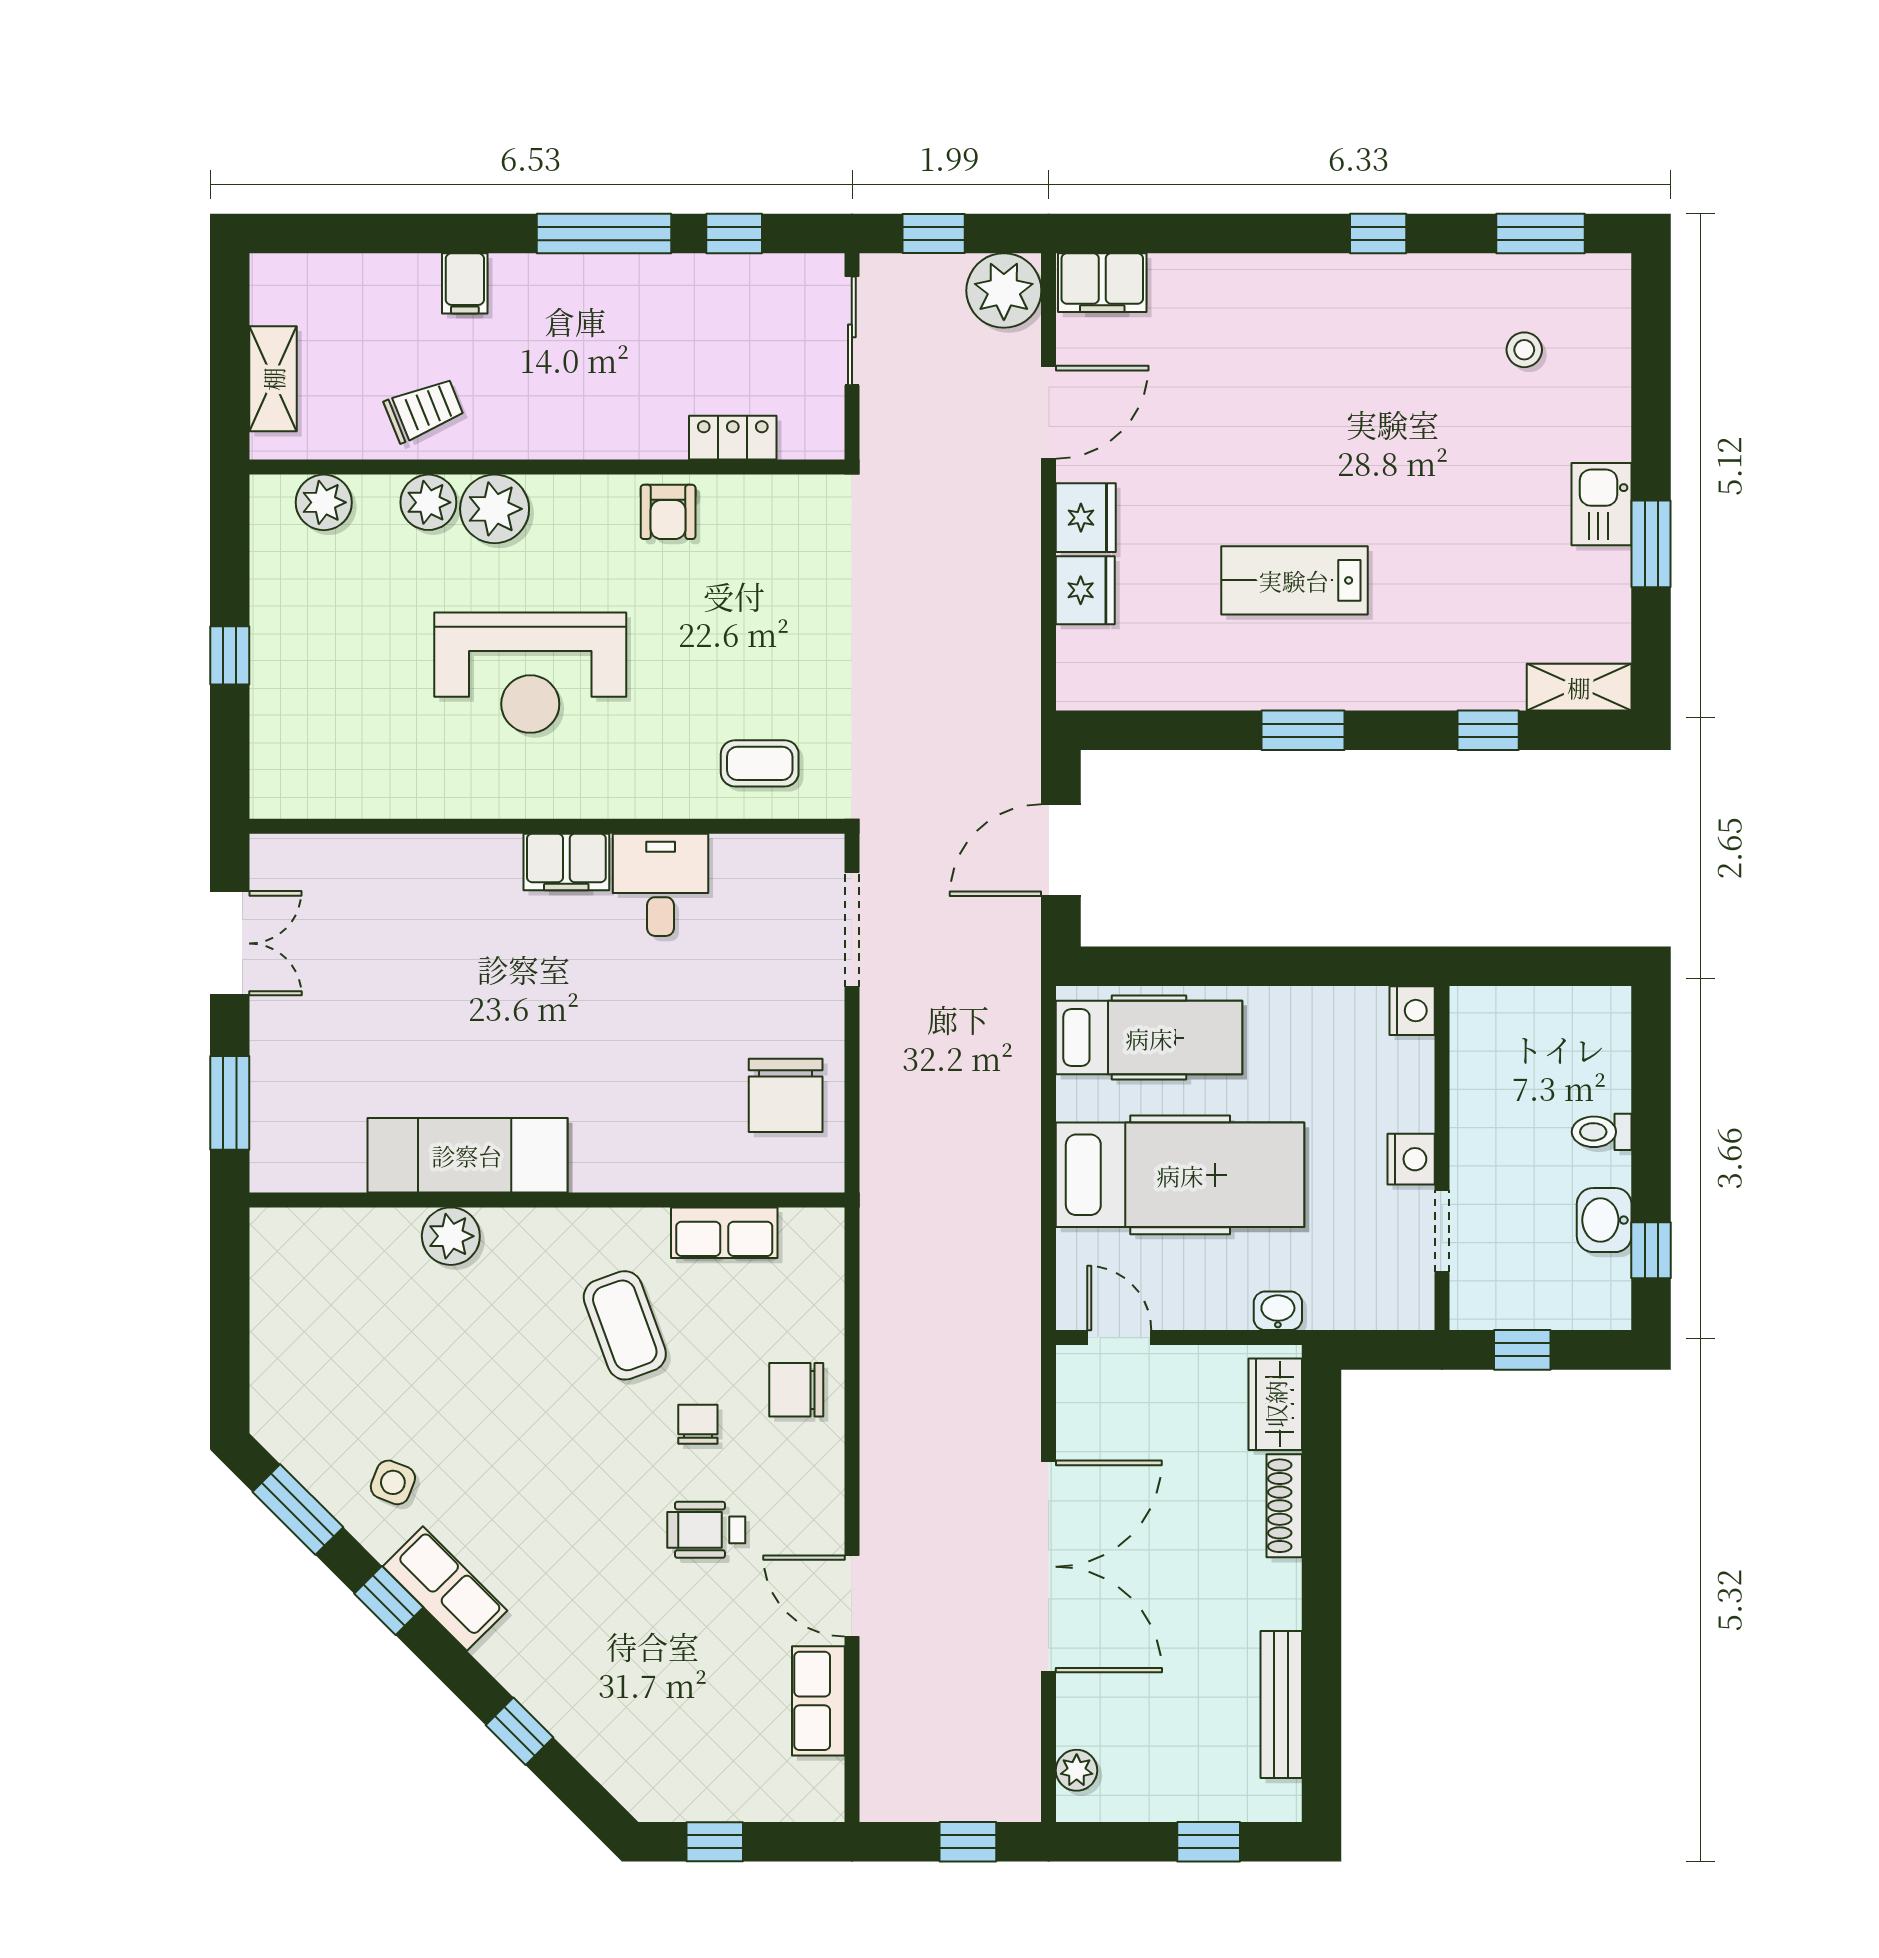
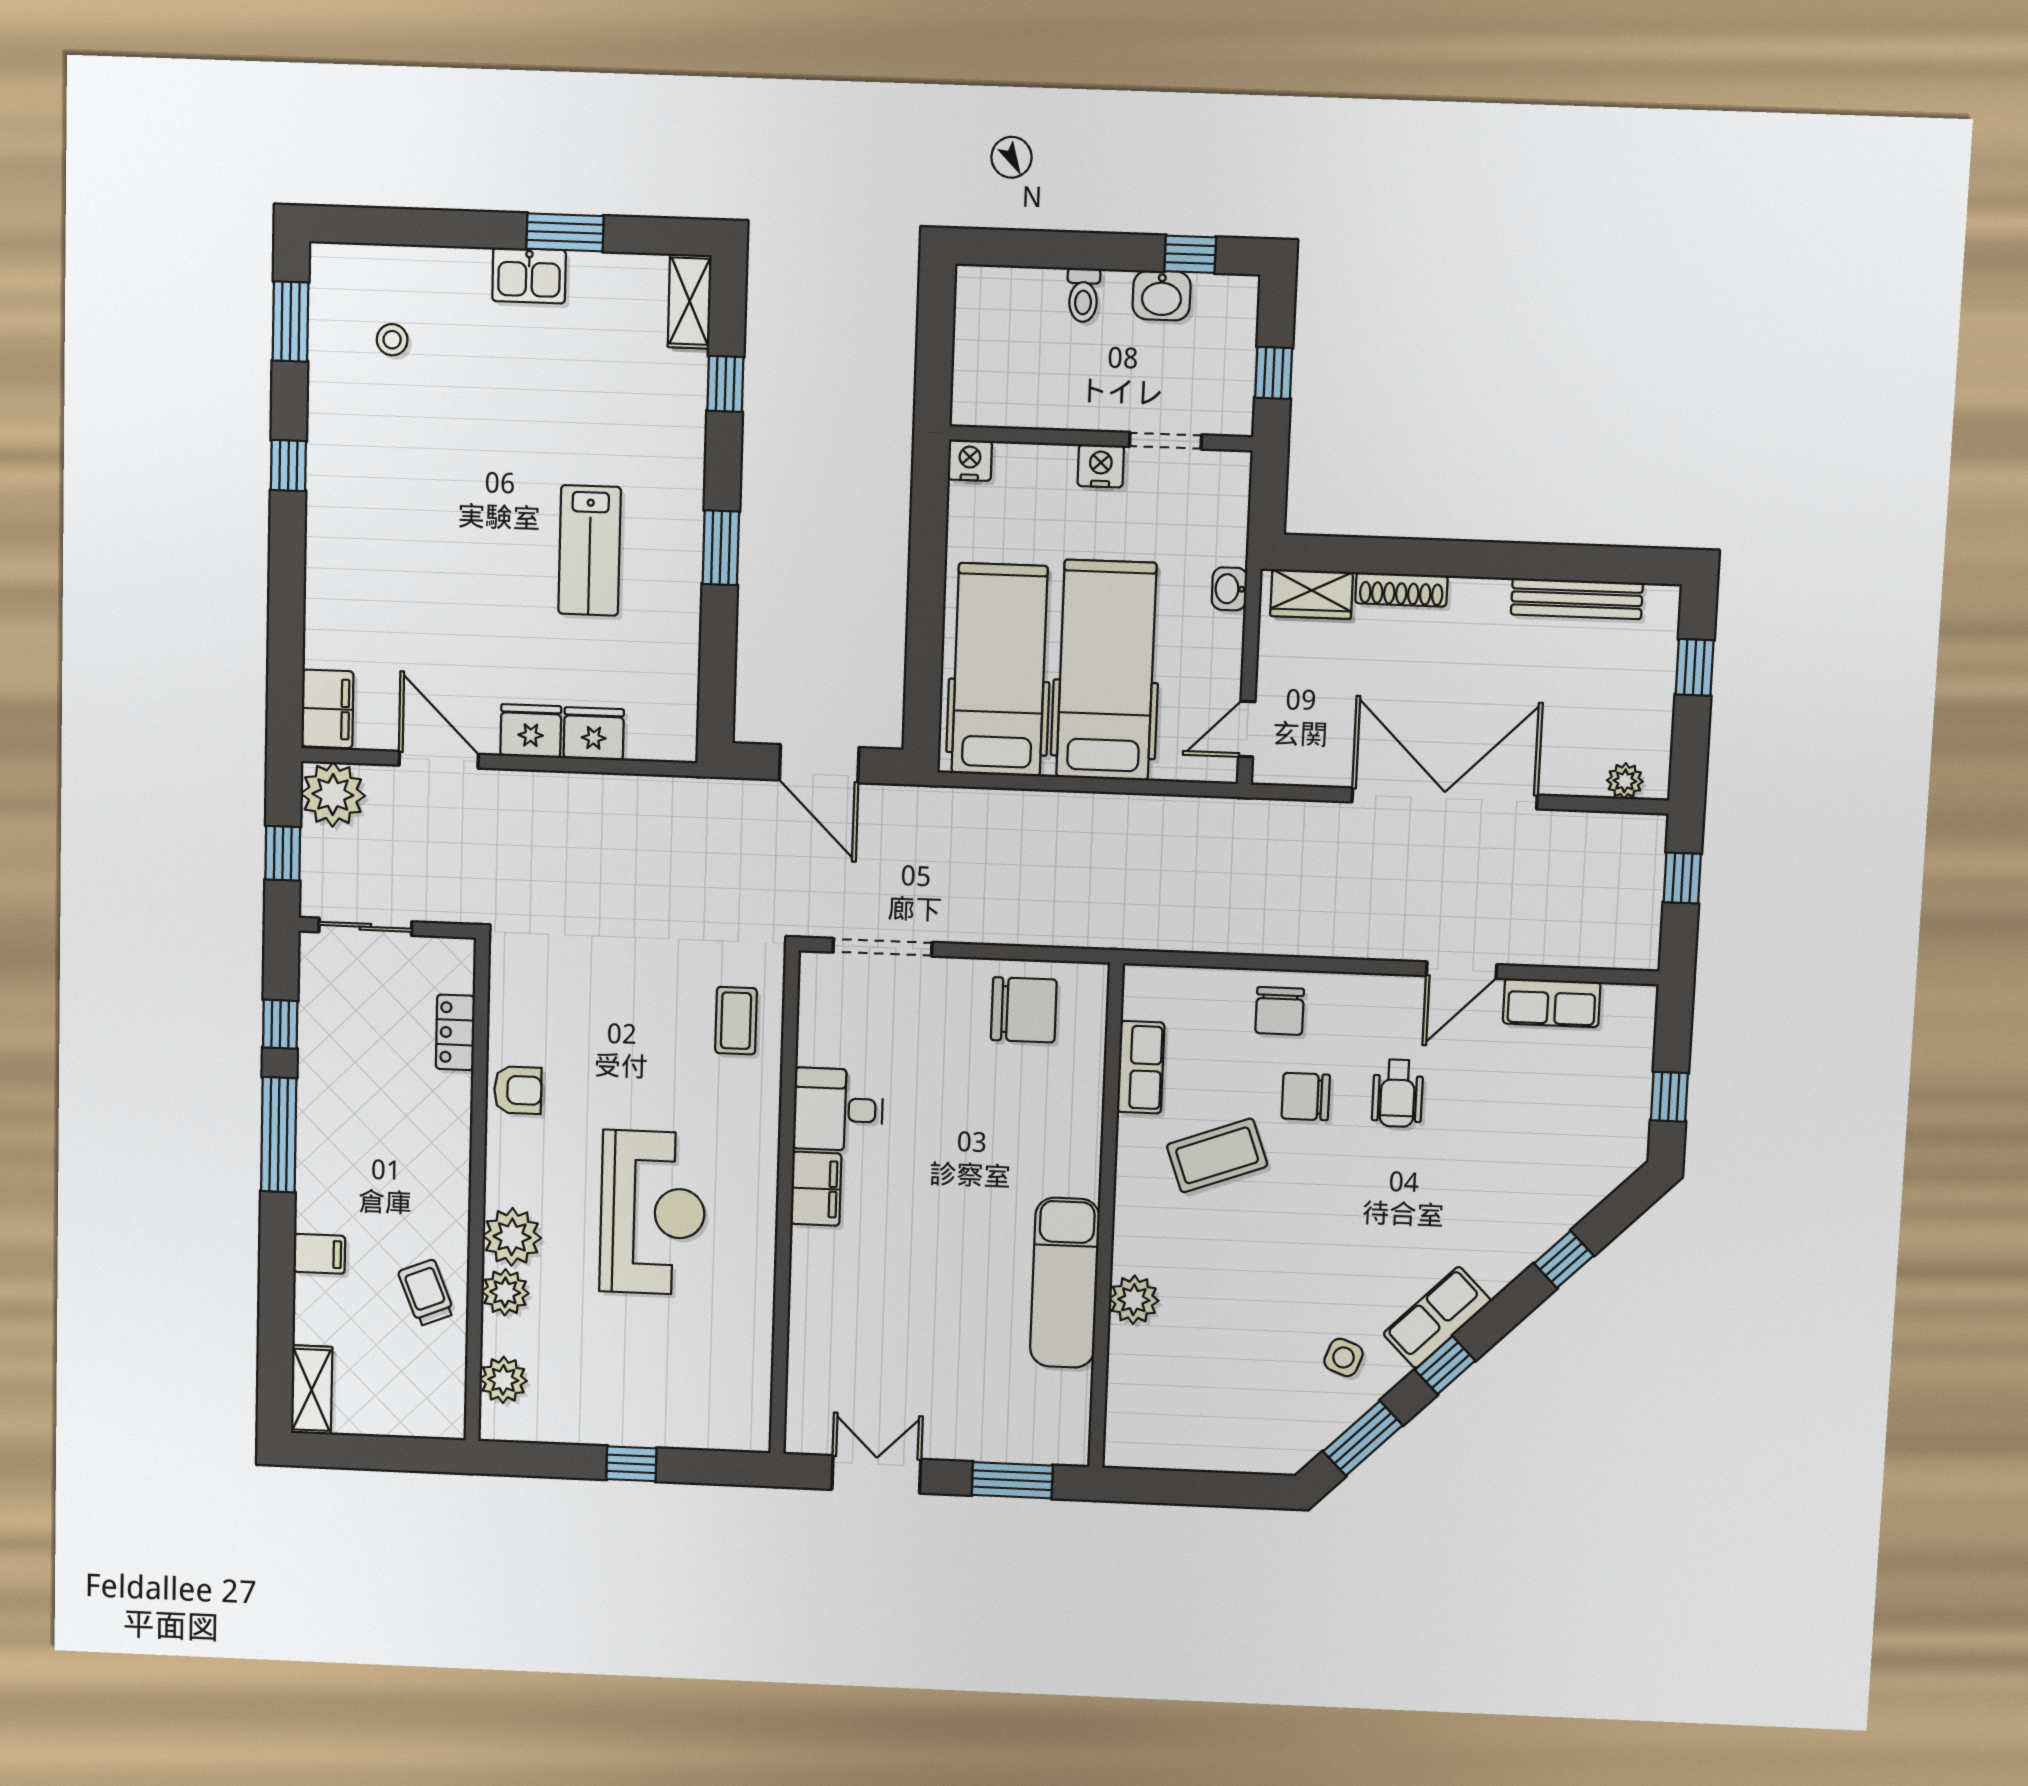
shelving: (273, 379) -> (312, 1390), moved, turned 90
hospital bed: (1149, 1038) -> (1000, 670), width x1.37, depth x1.29
chair: (698, 1424) -> (1306, 1097), width x1.37, depth x1.37

